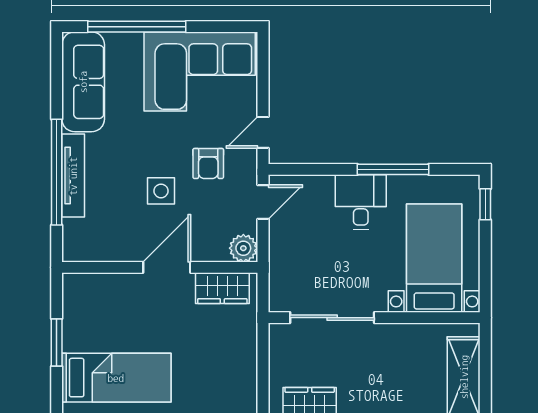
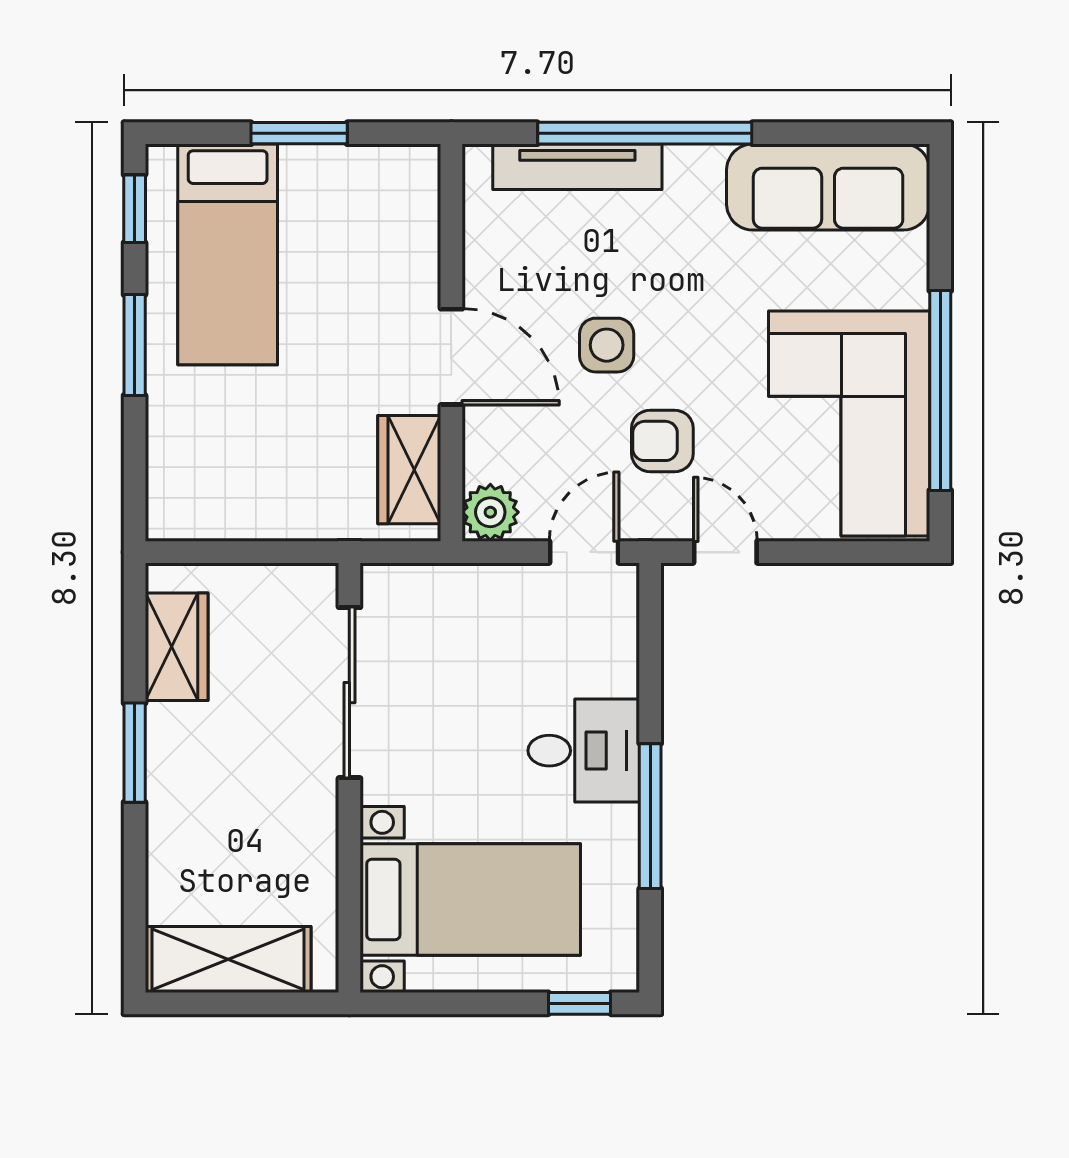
window: (137, 27) -> (940, 391), moved
tv unit: (73, 176) -> (577, 167), moved
door: (263, 202) -> (584, 552), swing flipped

